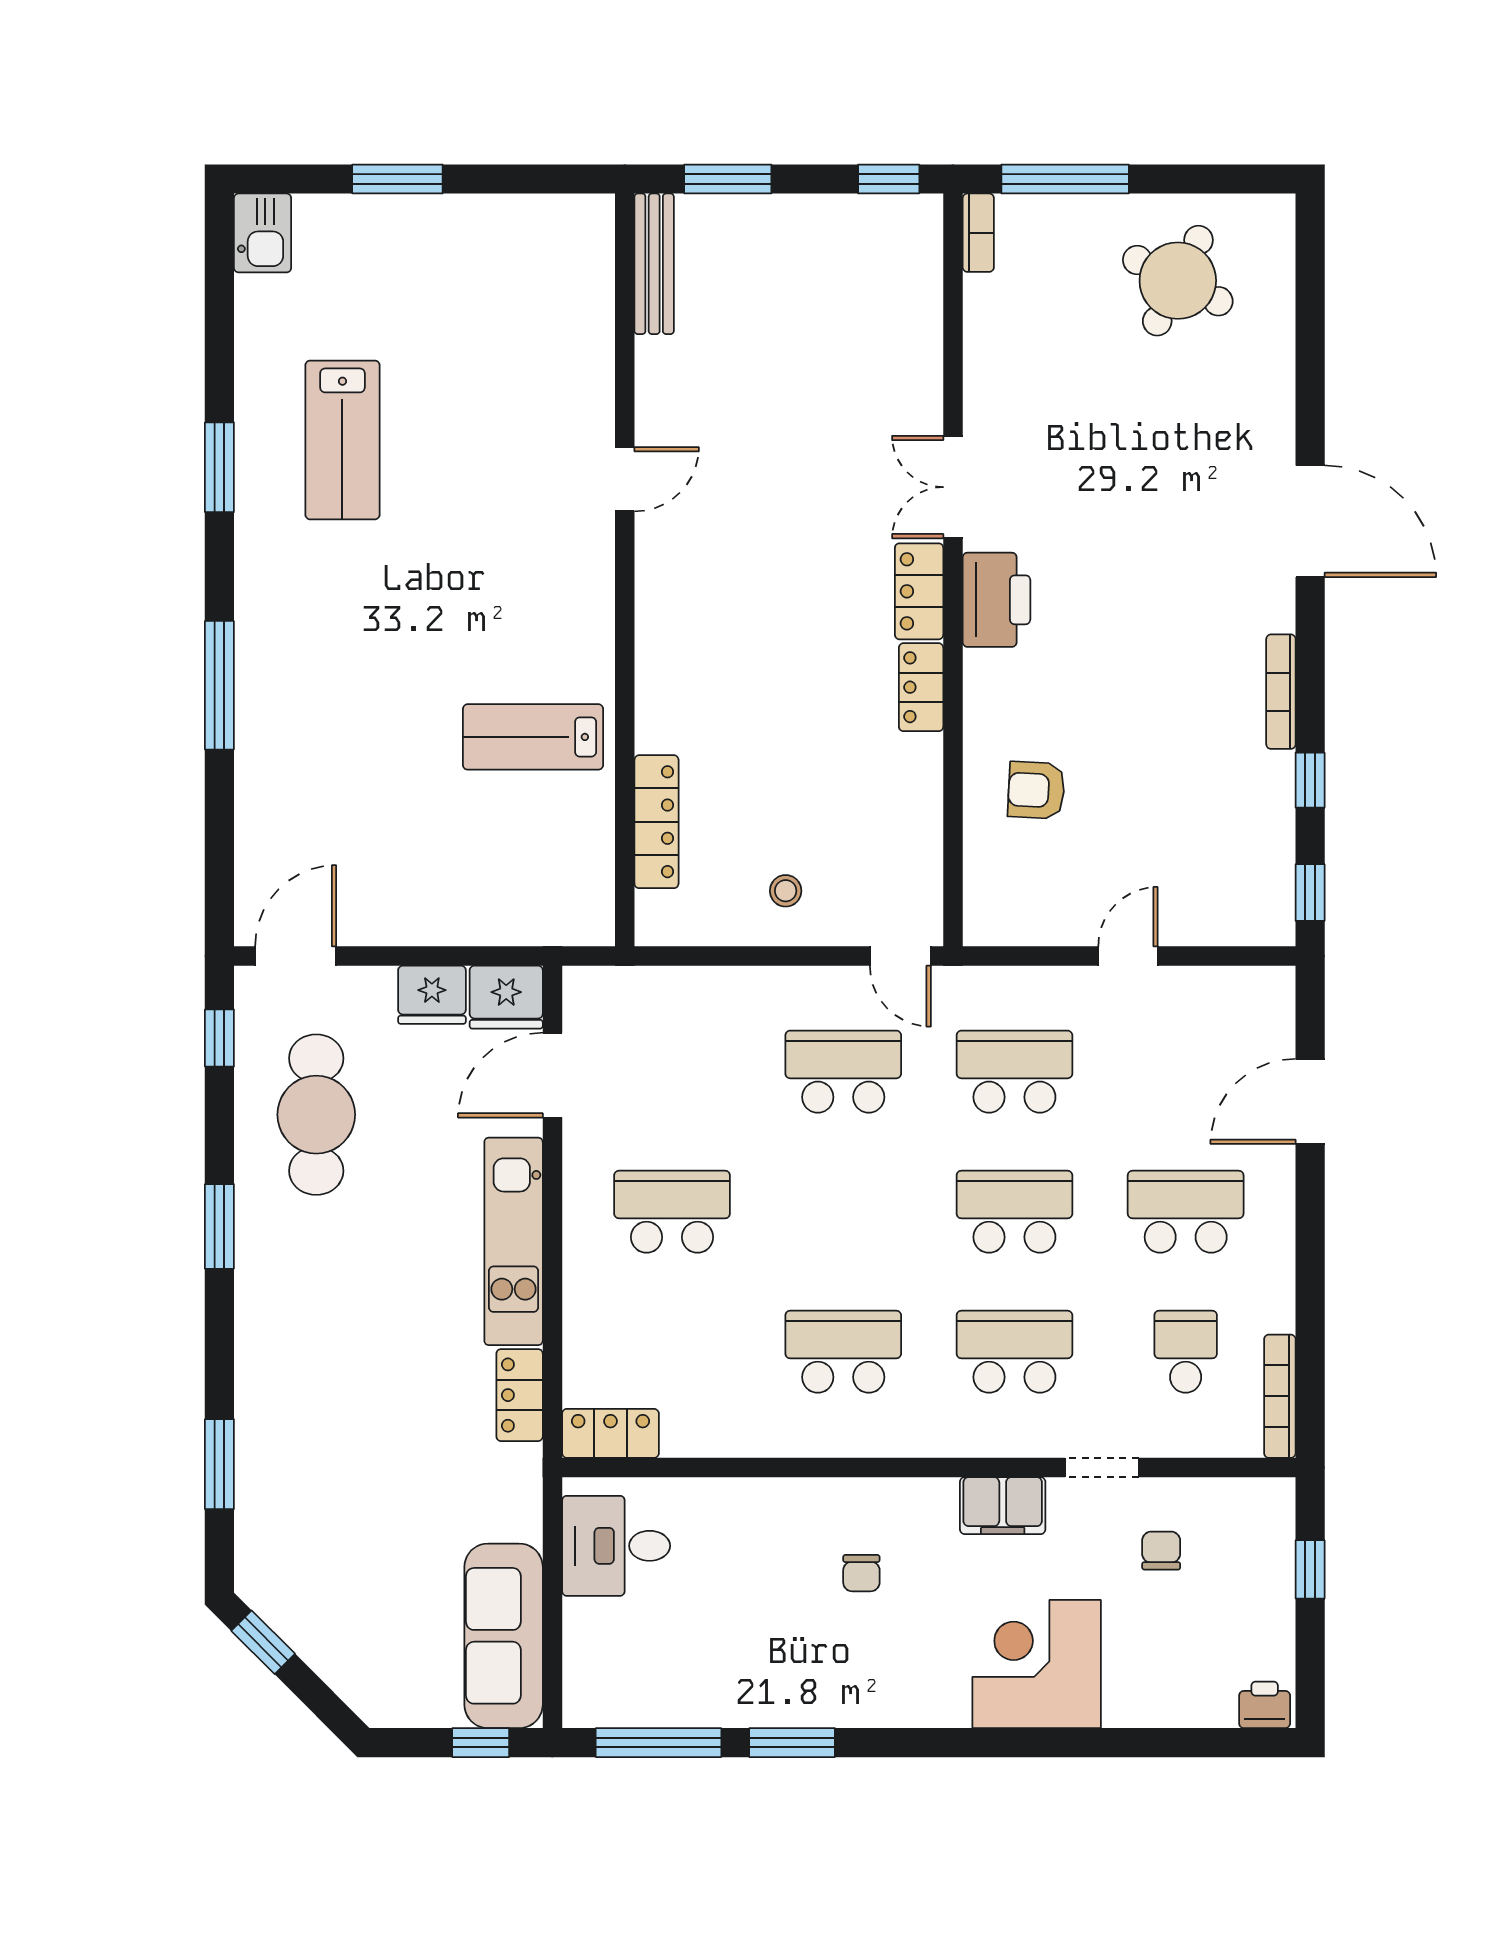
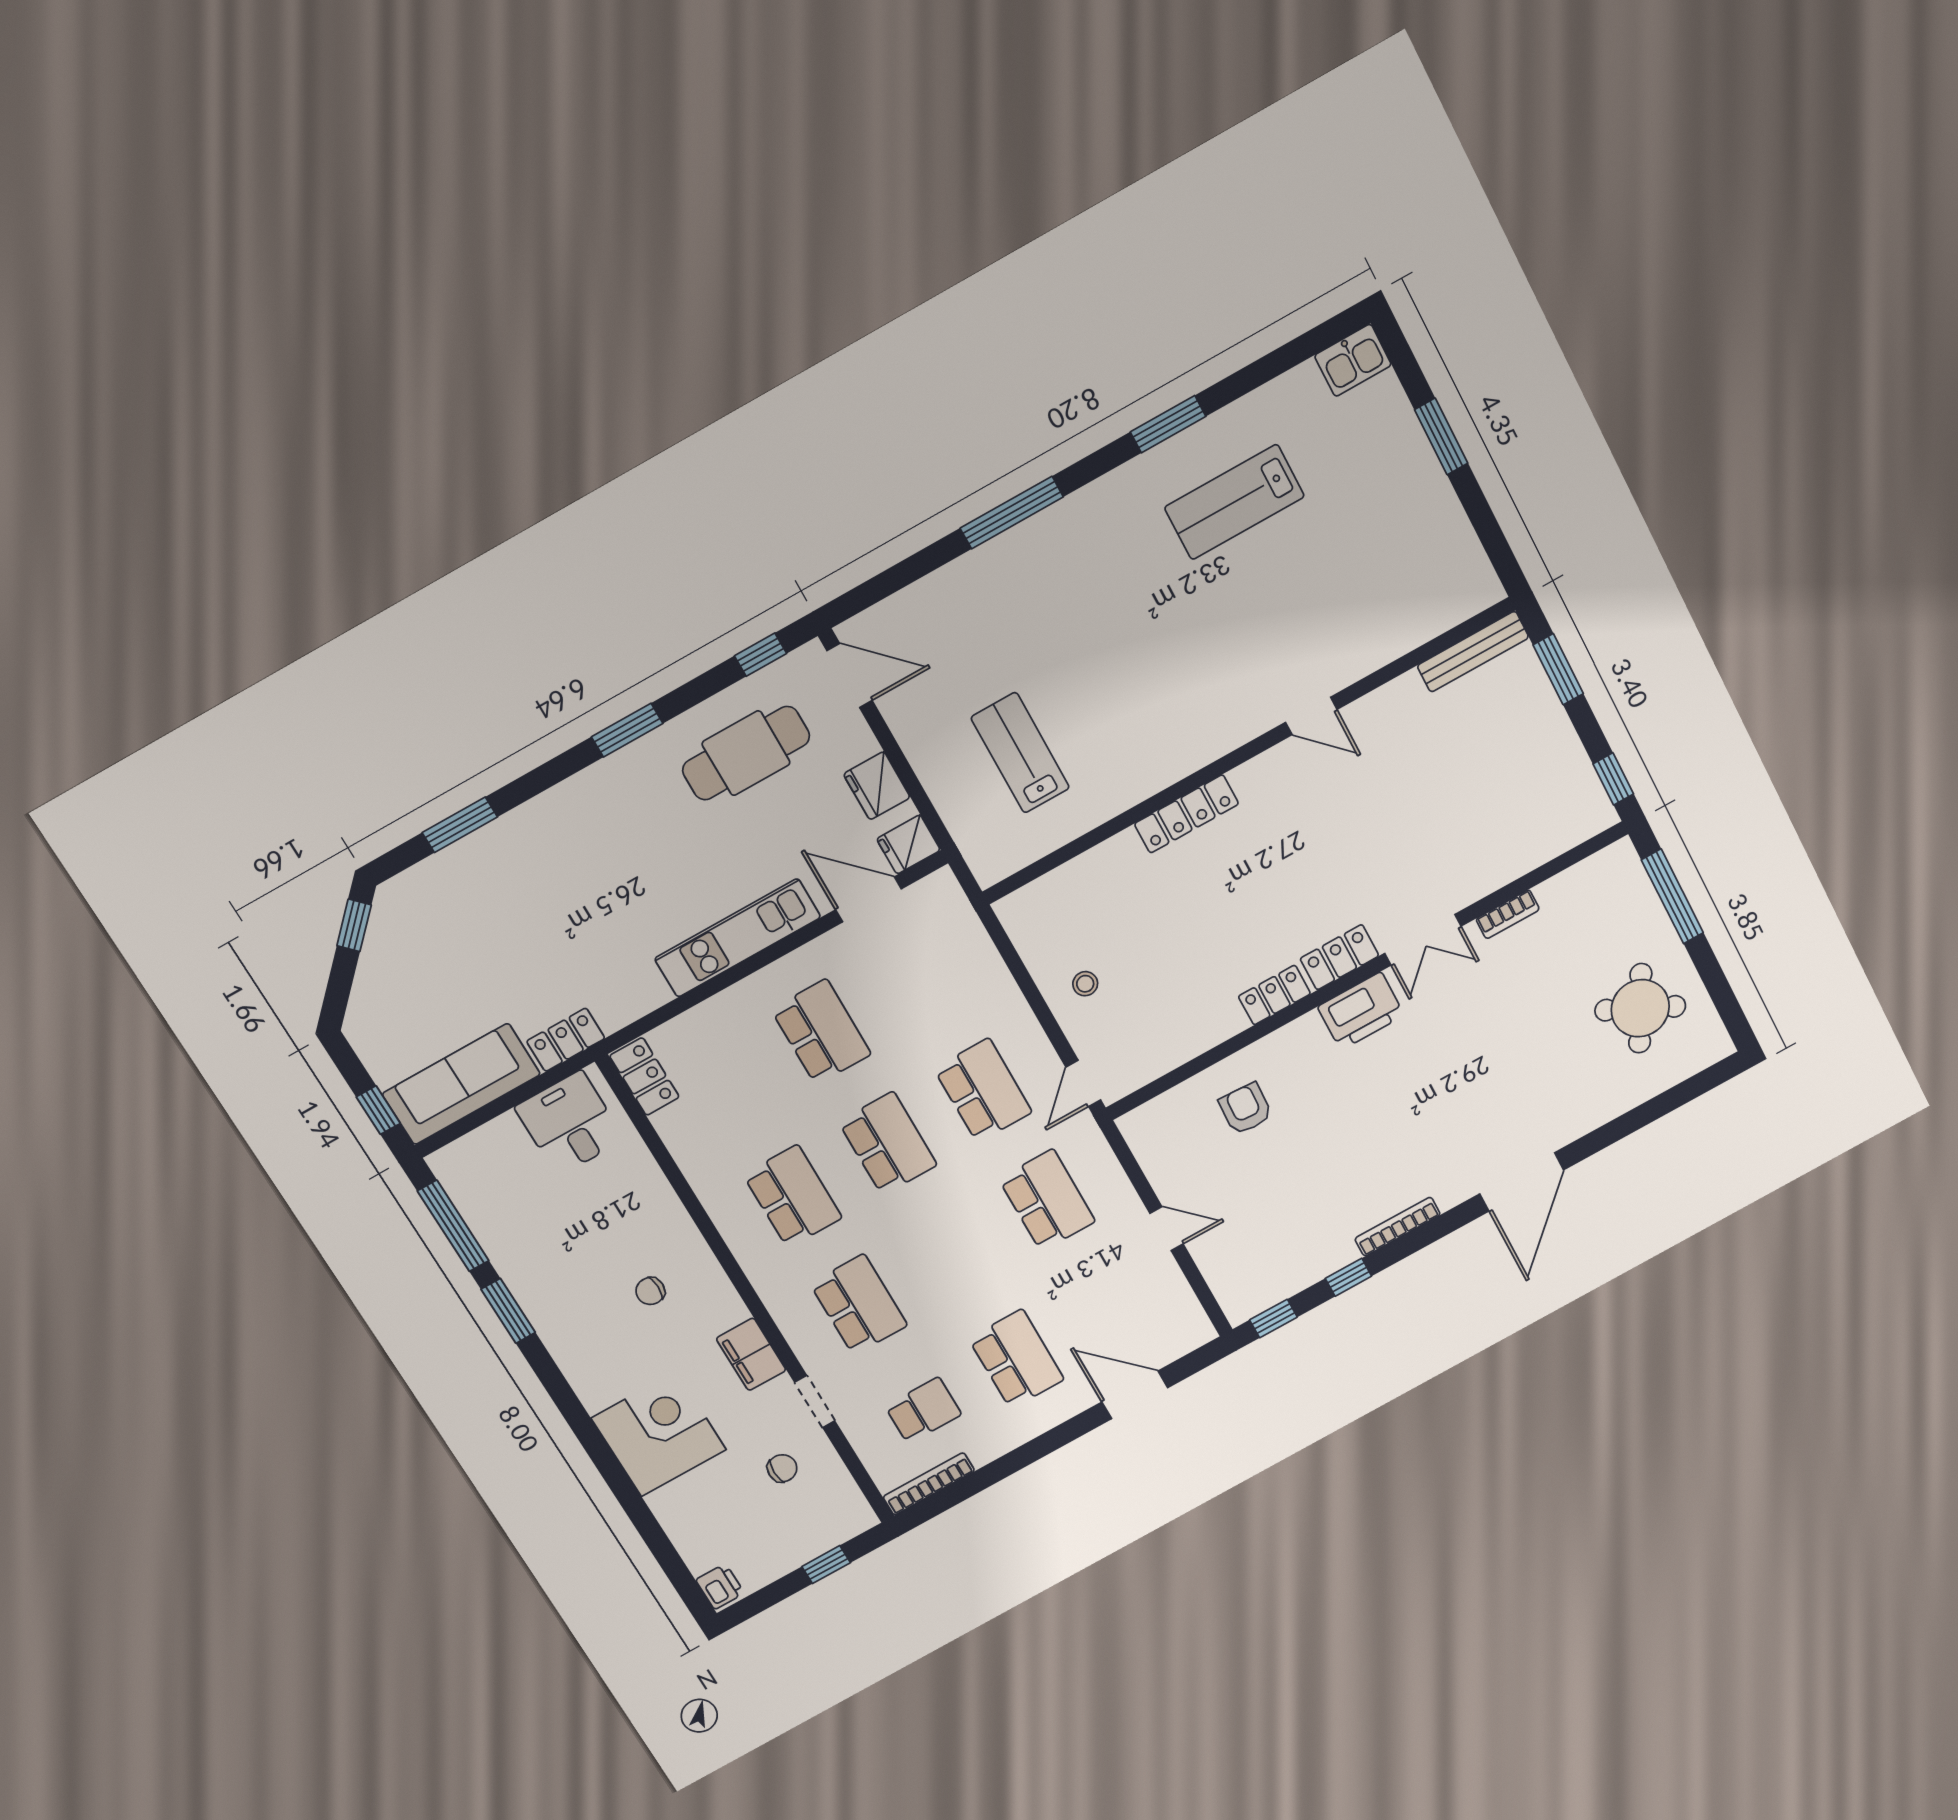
bookcase: (978, 233) -> (1508, 914), moved
double door: (953, 487) -> (1423, 940), swing flipped
lab bench: (533, 737) -> (1020, 753), moved
locker: (656, 822) -> (1186, 814), moved
fridge: (506, 997) -> (908, 844), width x0.72
school desk: (1014, 1212) -> (888, 1143), moved
locker: (520, 1395) -> (566, 1040), moved

